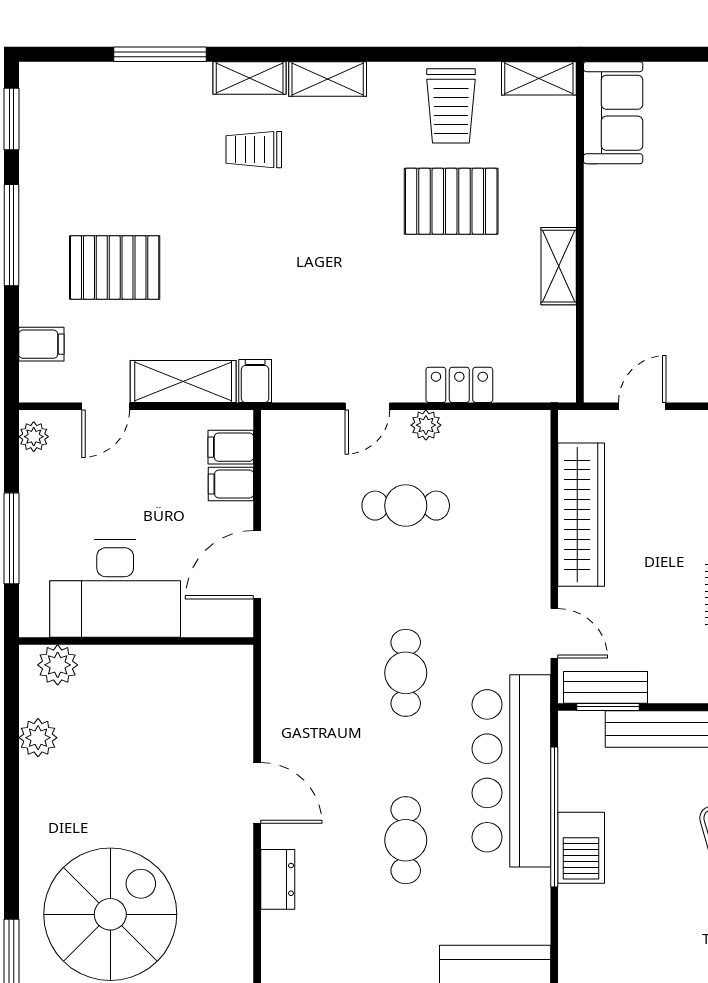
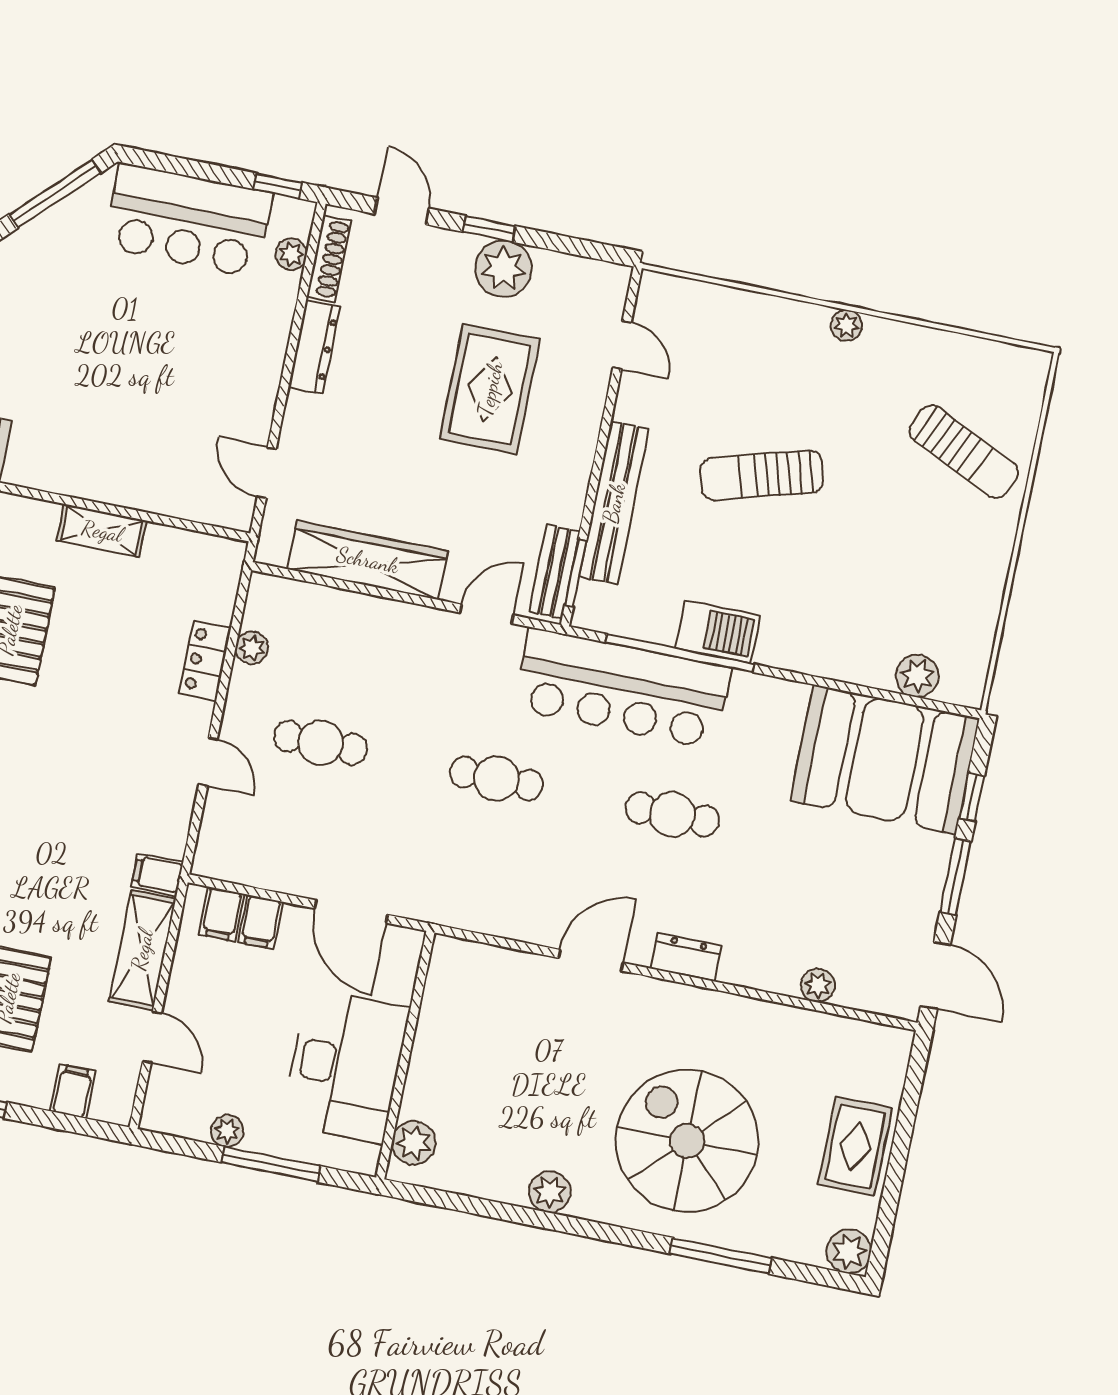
plant: (426, 425) -> (252, 648), moved
plant: (34, 437) -> (227, 1131), moved
cafe table: (406, 506) -> (321, 743), turned 90
plant: (38, 738) -> (550, 1192), moved

